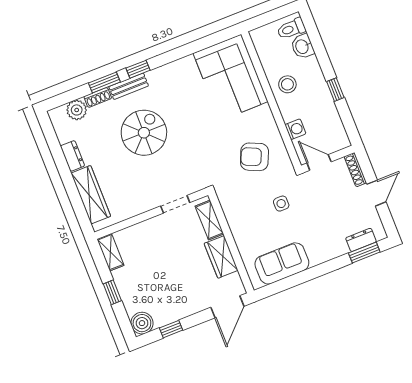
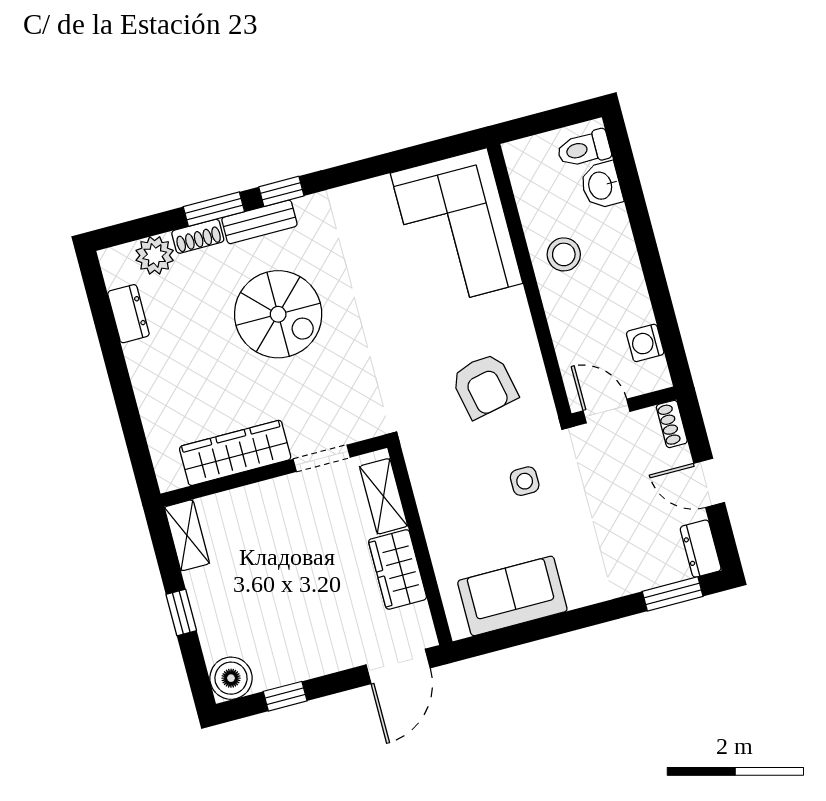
window: (335, 90) -> (654, 275), removed
washing machine: (295, 129) -> (645, 343), moved, turned 180
spiral stairs: (144, 133) -> (278, 314), turned 90
dresser: (72, 156) -> (128, 314), moved
armchair: (254, 157) -> (484, 386), turned -126
shoe rack: (355, 170) -> (672, 424), width x0.70
door: (376, 193) -> (709, 483), swing flipped
wardrobe: (91, 195) -> (235, 453), moved, turned -90
dresser: (361, 240) -> (701, 549), moved, turned -90

